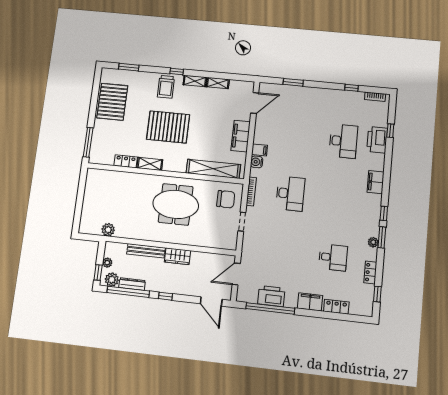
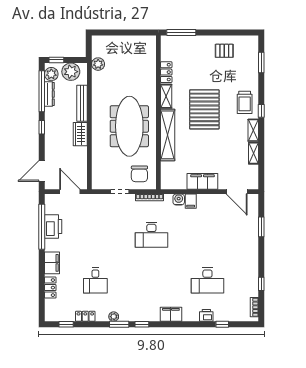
trolley: (166, 87) -> (245, 102), turned -90
pallet: (112, 102) -> (224, 51), width x0.49, depth x0.50
printer: (377, 140) -> (206, 315), width x0.53, depth x0.68
shelving: (213, 169) -> (168, 135), moved
meeting table: (176, 204) -> (129, 126), width x1.36
plant: (107, 263) -> (71, 72), width x1.87, depth x1.87

